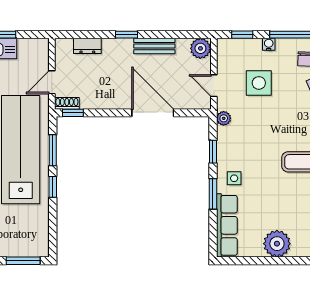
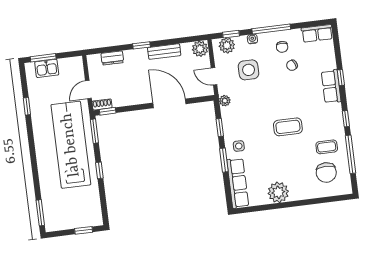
plant: (235, 48) -> (227, 45), added
window: (53, 150) -> (94, 131), moved
window: (23, 261) -> (84, 230), width x0.67

